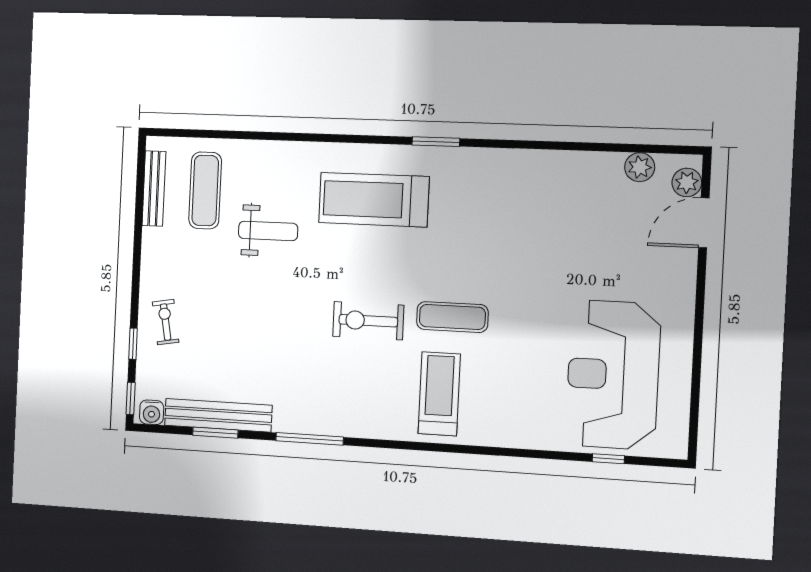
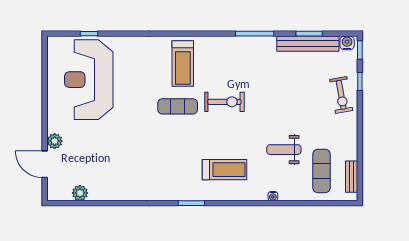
water cooler: (291, 149) -> (273, 196), added
plant: (687, 182) -> (55, 141), moved
bench: (154, 189) -> (352, 177), width x0.73
treadmill: (374, 200) -> (225, 170), width x0.73, depth x0.73
door: (704, 223) -> (45, 164), swing flipped
exercise bike: (166, 322) -> (341, 95), width x1.38, depth x1.39
reception desk: (613, 375) -> (89, 80), turned 180

